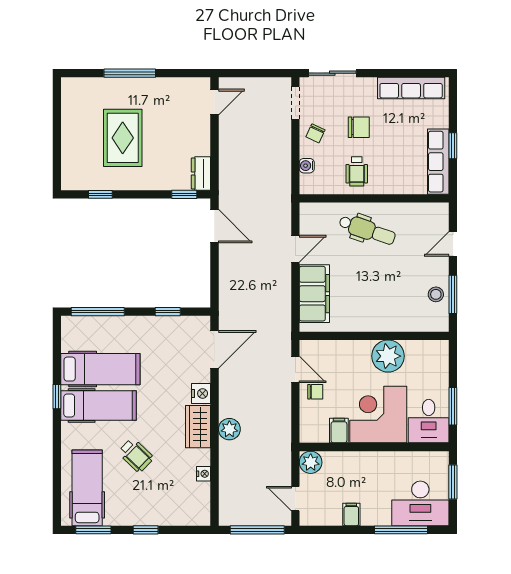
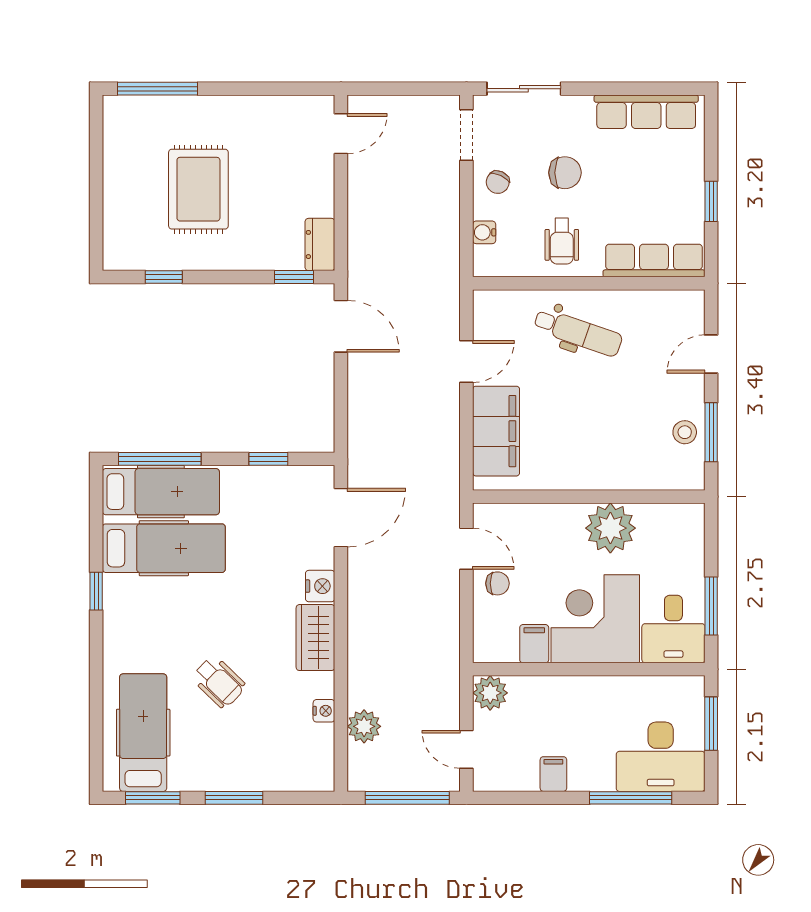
window: (130, 73) -> (157, 89), moved
row of seats: (438, 162) -> (654, 261), moved, turned 90
hospital bed: (99, 406) -> (161, 492), moved
plant: (229, 429) -> (364, 726), moved
window: (146, 530) -> (234, 798), width x1.50

